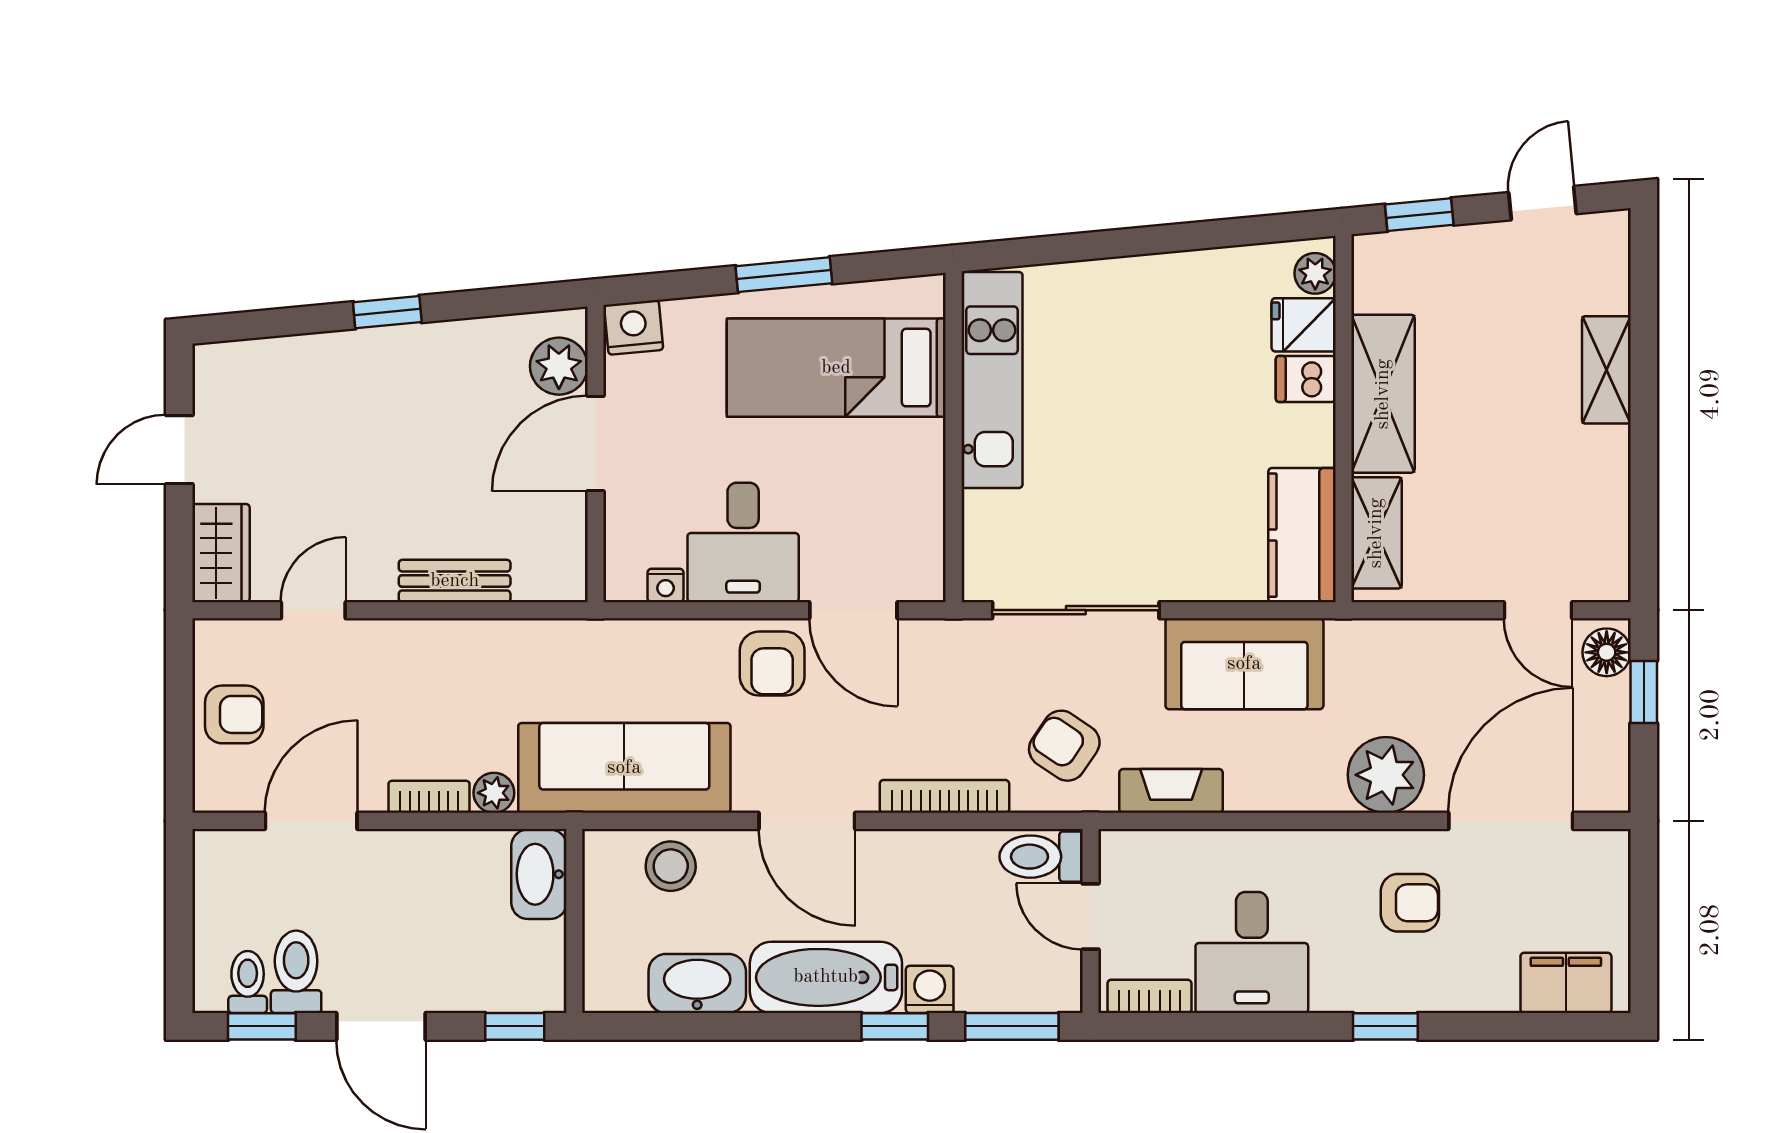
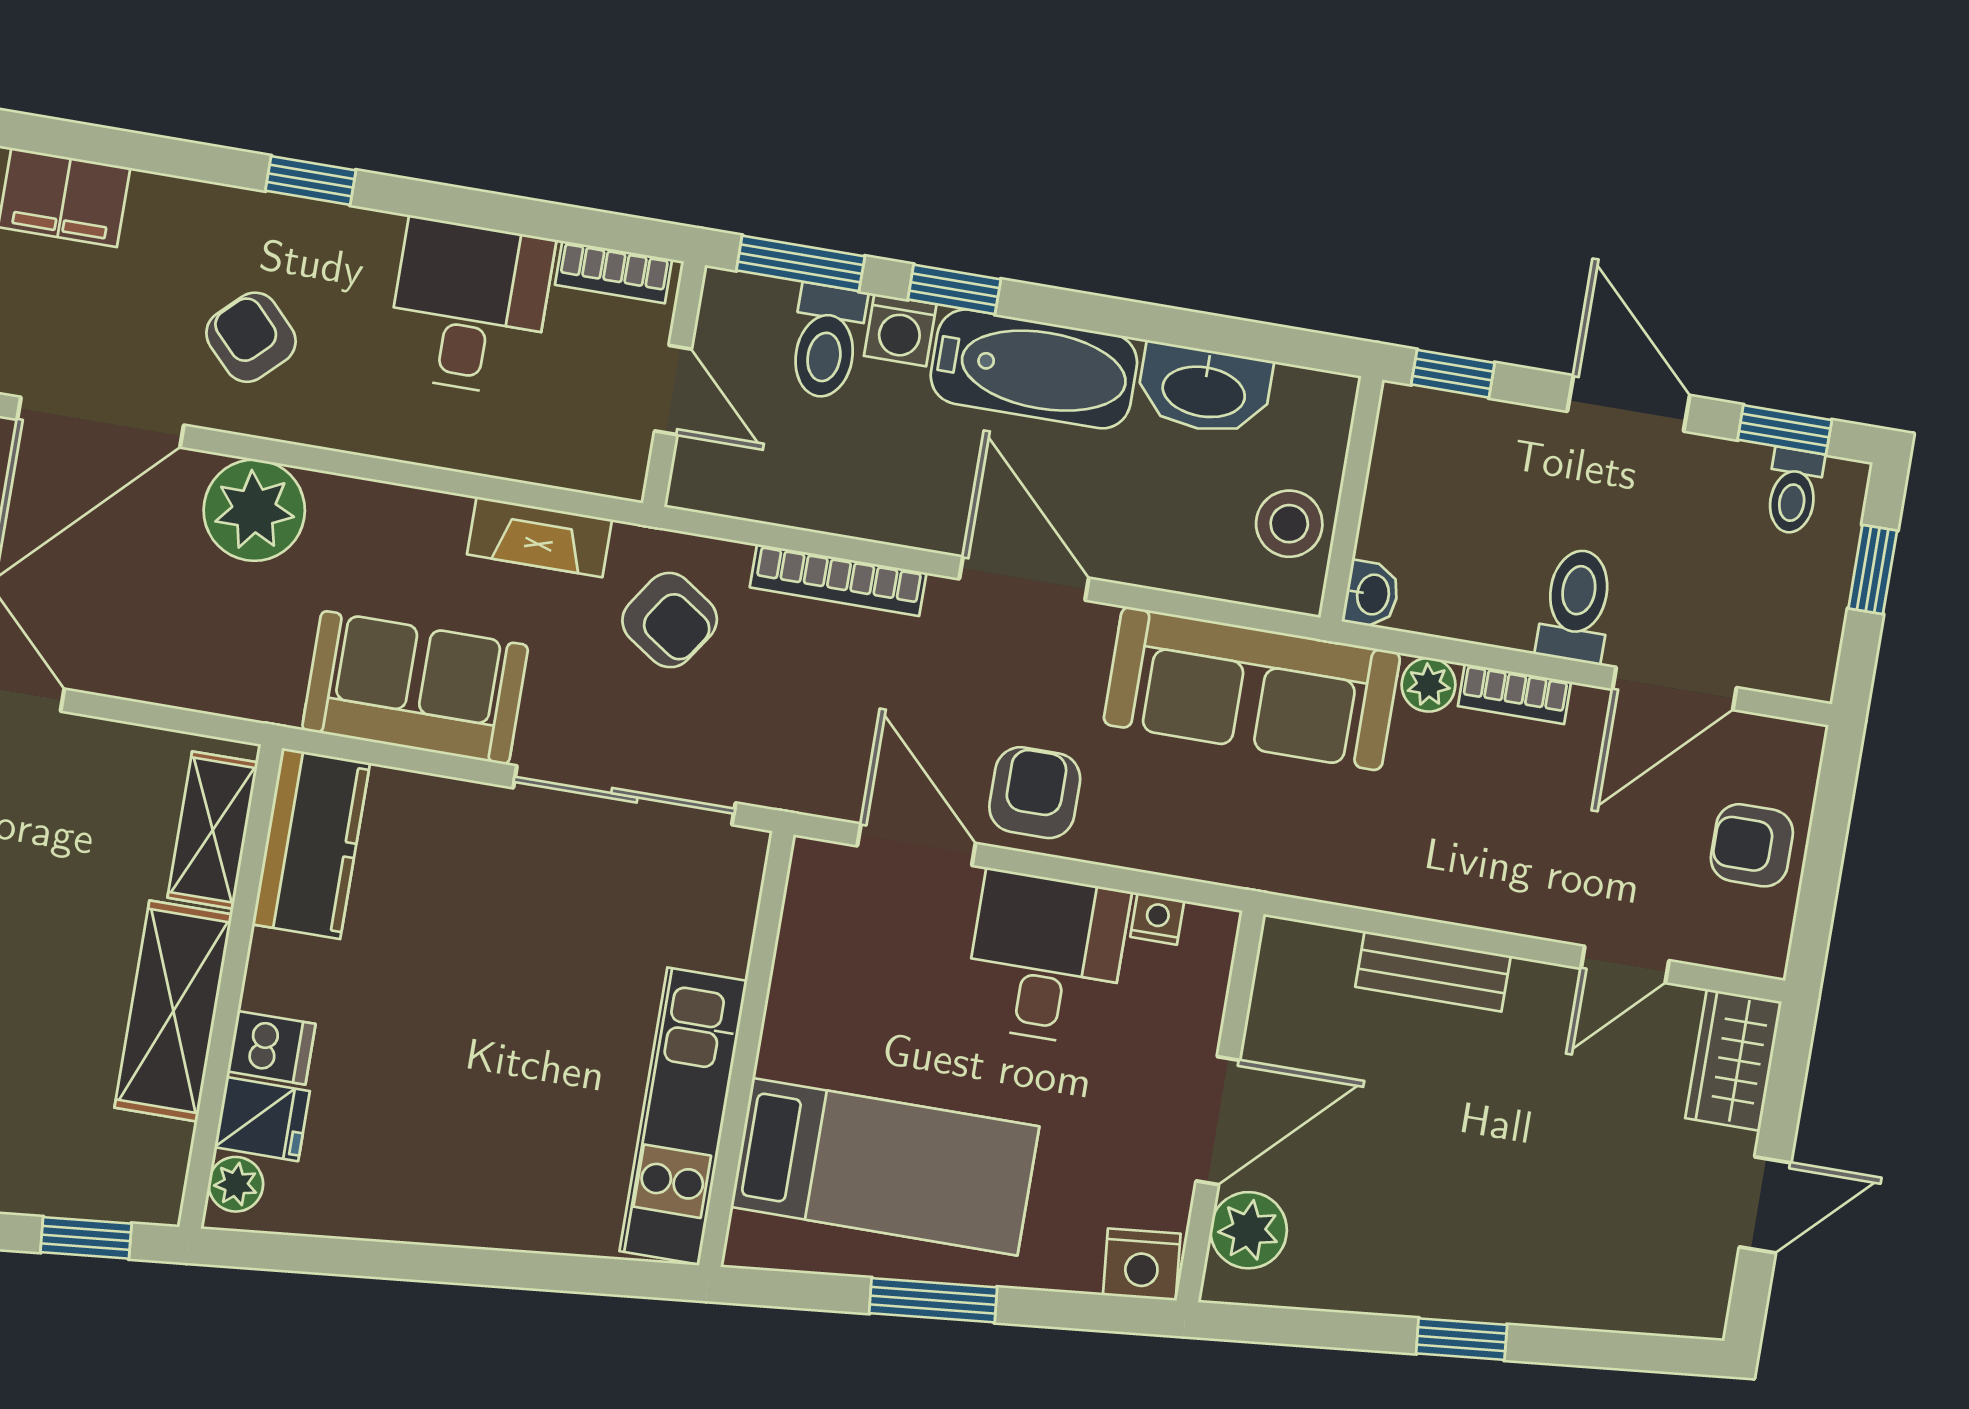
toilet: (1041, 857) -> (827, 342), moved, turned 90
stool: (671, 866) -> (1289, 524), moved
washbasin: (539, 874) -> (1372, 594), width x0.52, depth x0.69
armchair: (1410, 903) -> (251, 337), turned 46
window: (179, 934) -> (1873, 569), added
toilet: (296, 972) -> (1576, 605), moved, turned 180

